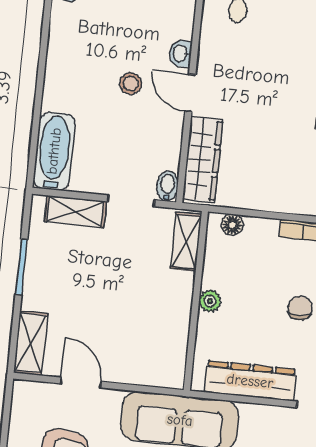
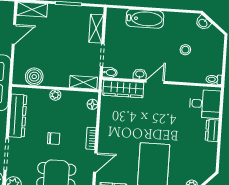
washbasin: (181, 53) -> (140, 74), moved
stool: (131, 84) -> (185, 50), moved
bathtub: (54, 151) -> (145, 19), moved
boiler: (170, 344) -> (34, 77), added

